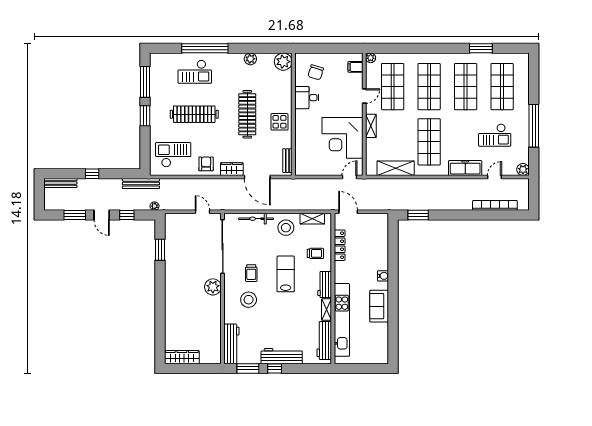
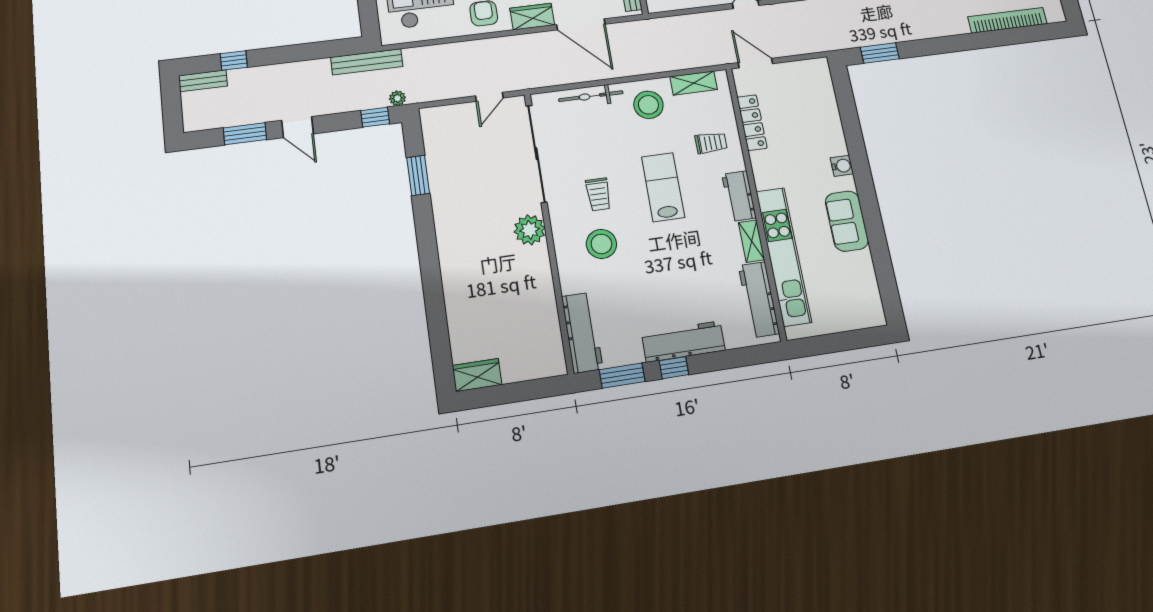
window: (92, 174) -> (234, 61), moved
bench: (60, 183) -> (203, 81), width x0.73
door: (202, 212) -> (489, 97), swing flipped
window: (127, 215) -> (375, 117), moved
wardrobe: (182, 357) -> (477, 375), width x0.67

